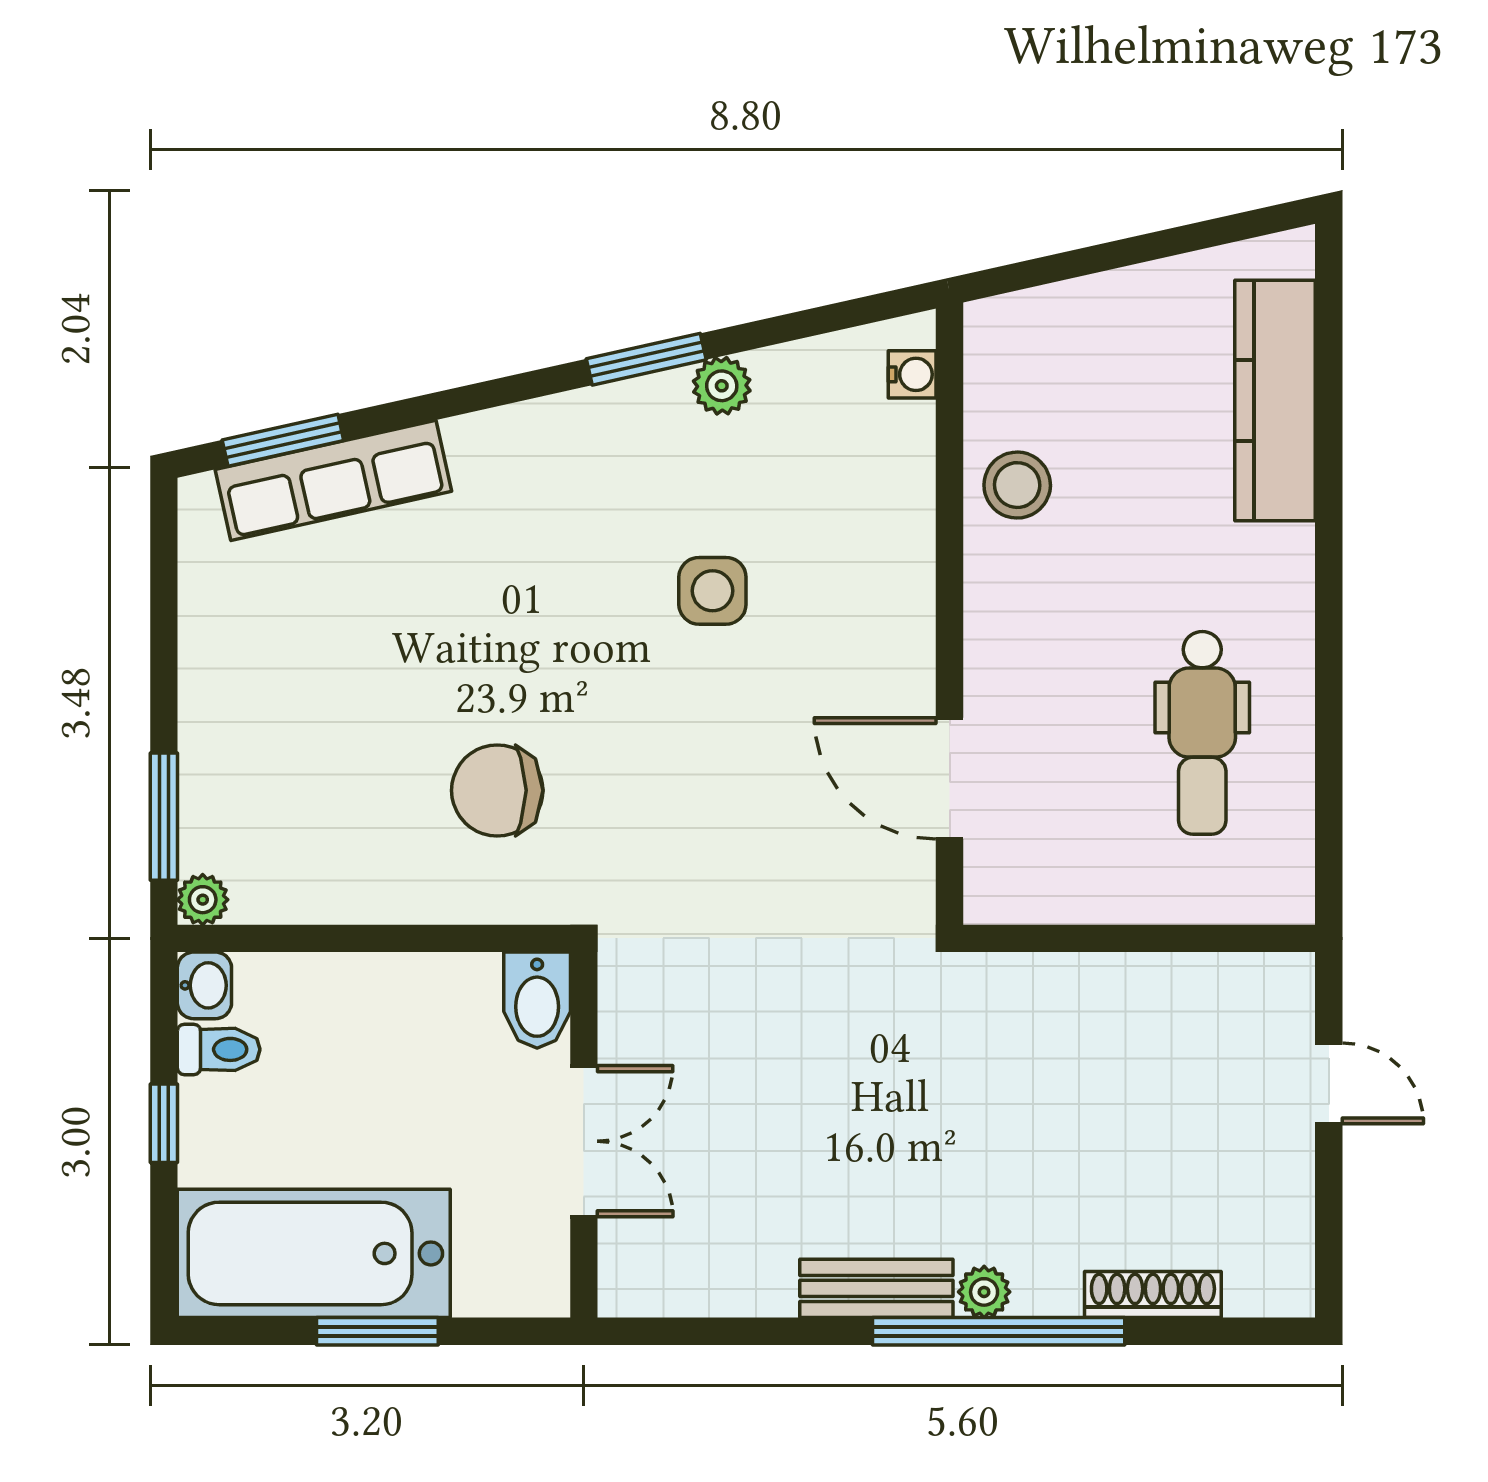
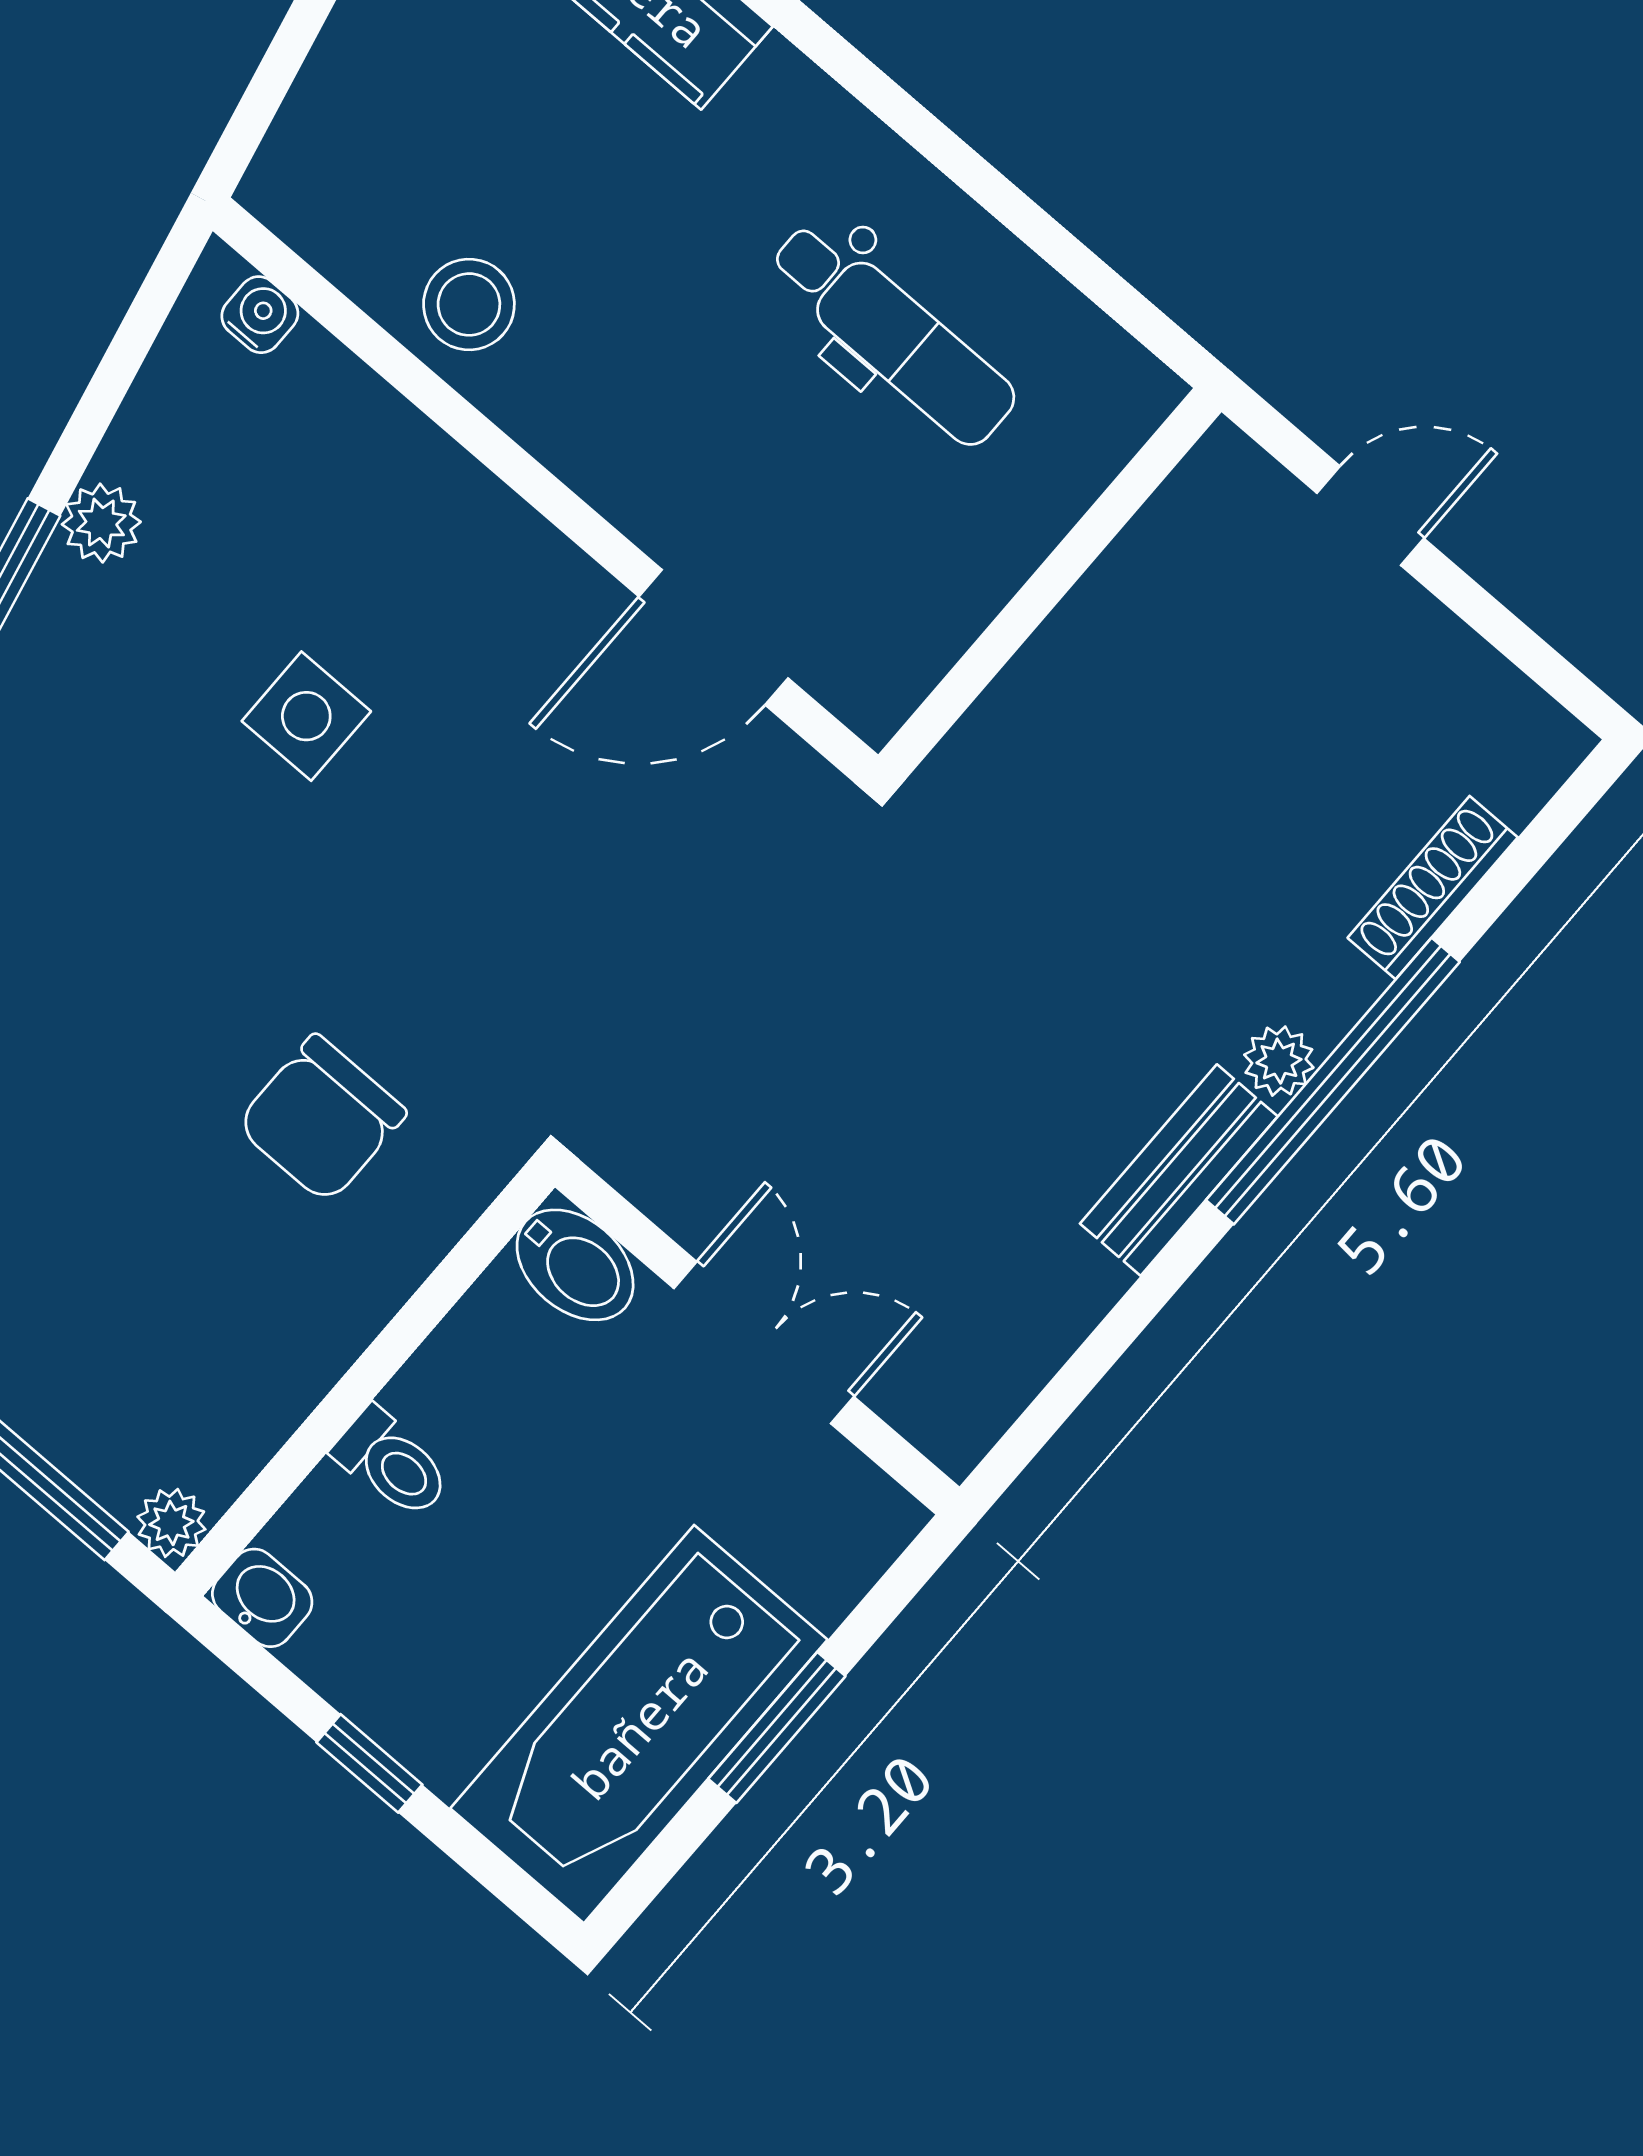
toilet: (219, 1049) -> (392, 1463), moved, turned 90

